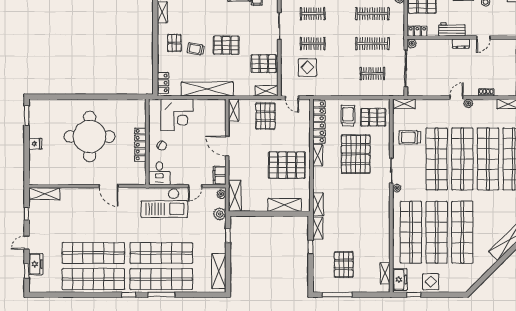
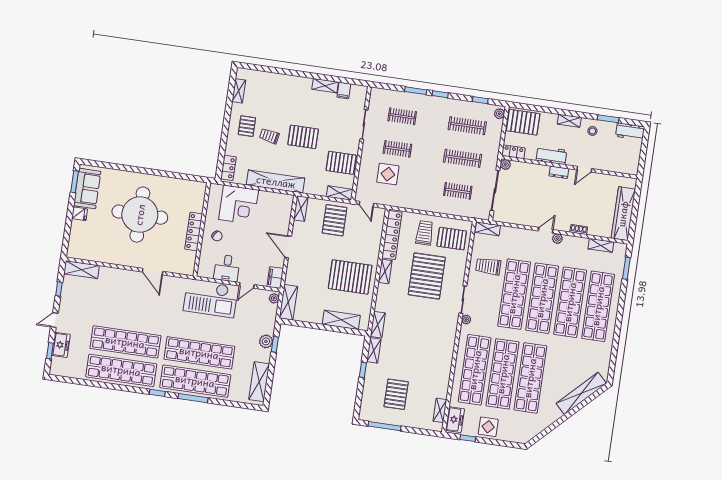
sofa: (39, 120) -> (87, 189), added
desk: (159, 173) -> (227, 268), moved
plant: (220, 214) -> (266, 341), moved

